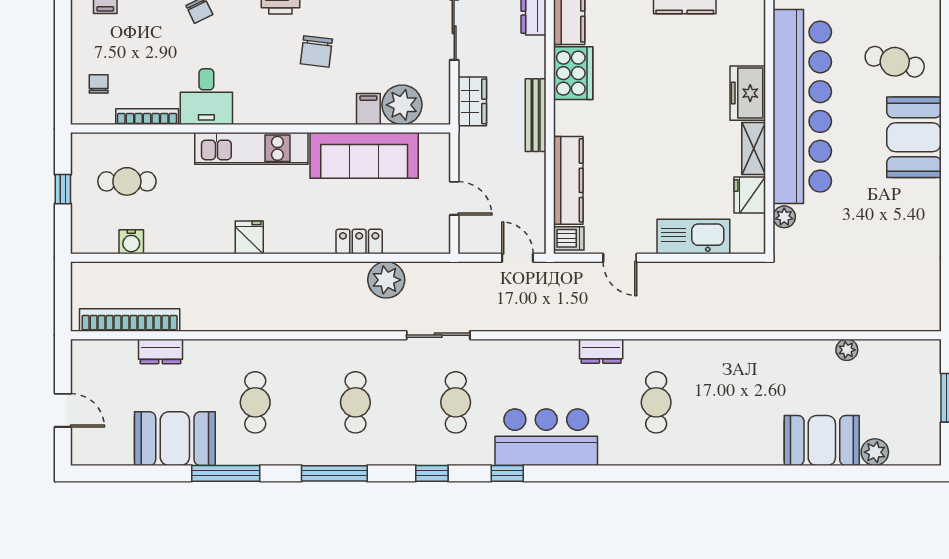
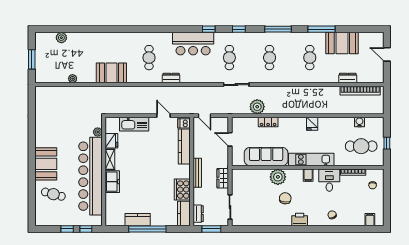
plant: (402, 105) -> (278, 177), moved
filing cabinet: (368, 109) -> (308, 175), moved
cafe table: (127, 181) -> (361, 146), width x1.37, depth x1.35
booth: (822, 441) -> (111, 73), moved

